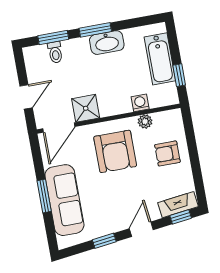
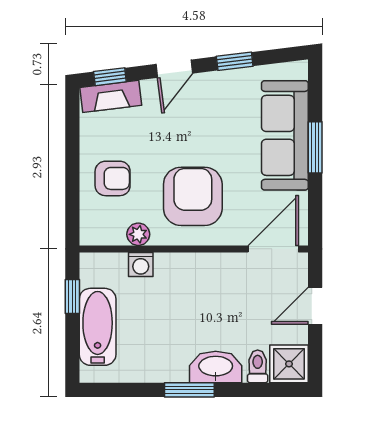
window: (53, 37) -> (256, 390), removed
washbasin: (107, 43) -> (216, 367), moved
shower: (86, 108) -> (289, 364), moved

